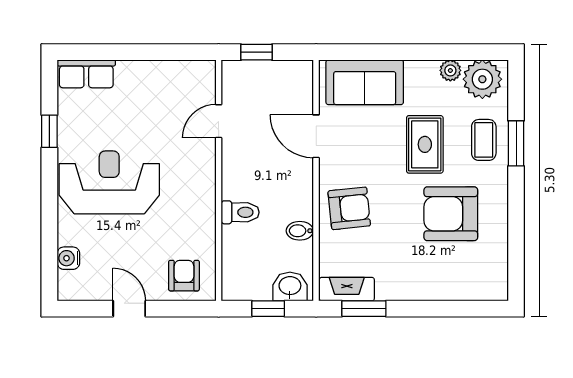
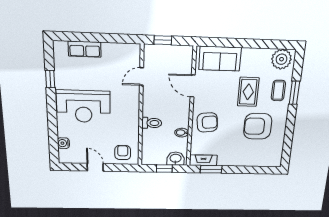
plant: (450, 70) -> (265, 54), removed
row of seats: (86, 74) -> (85, 49), moved
reception desk: (109, 182) -> (83, 106), turned 180

